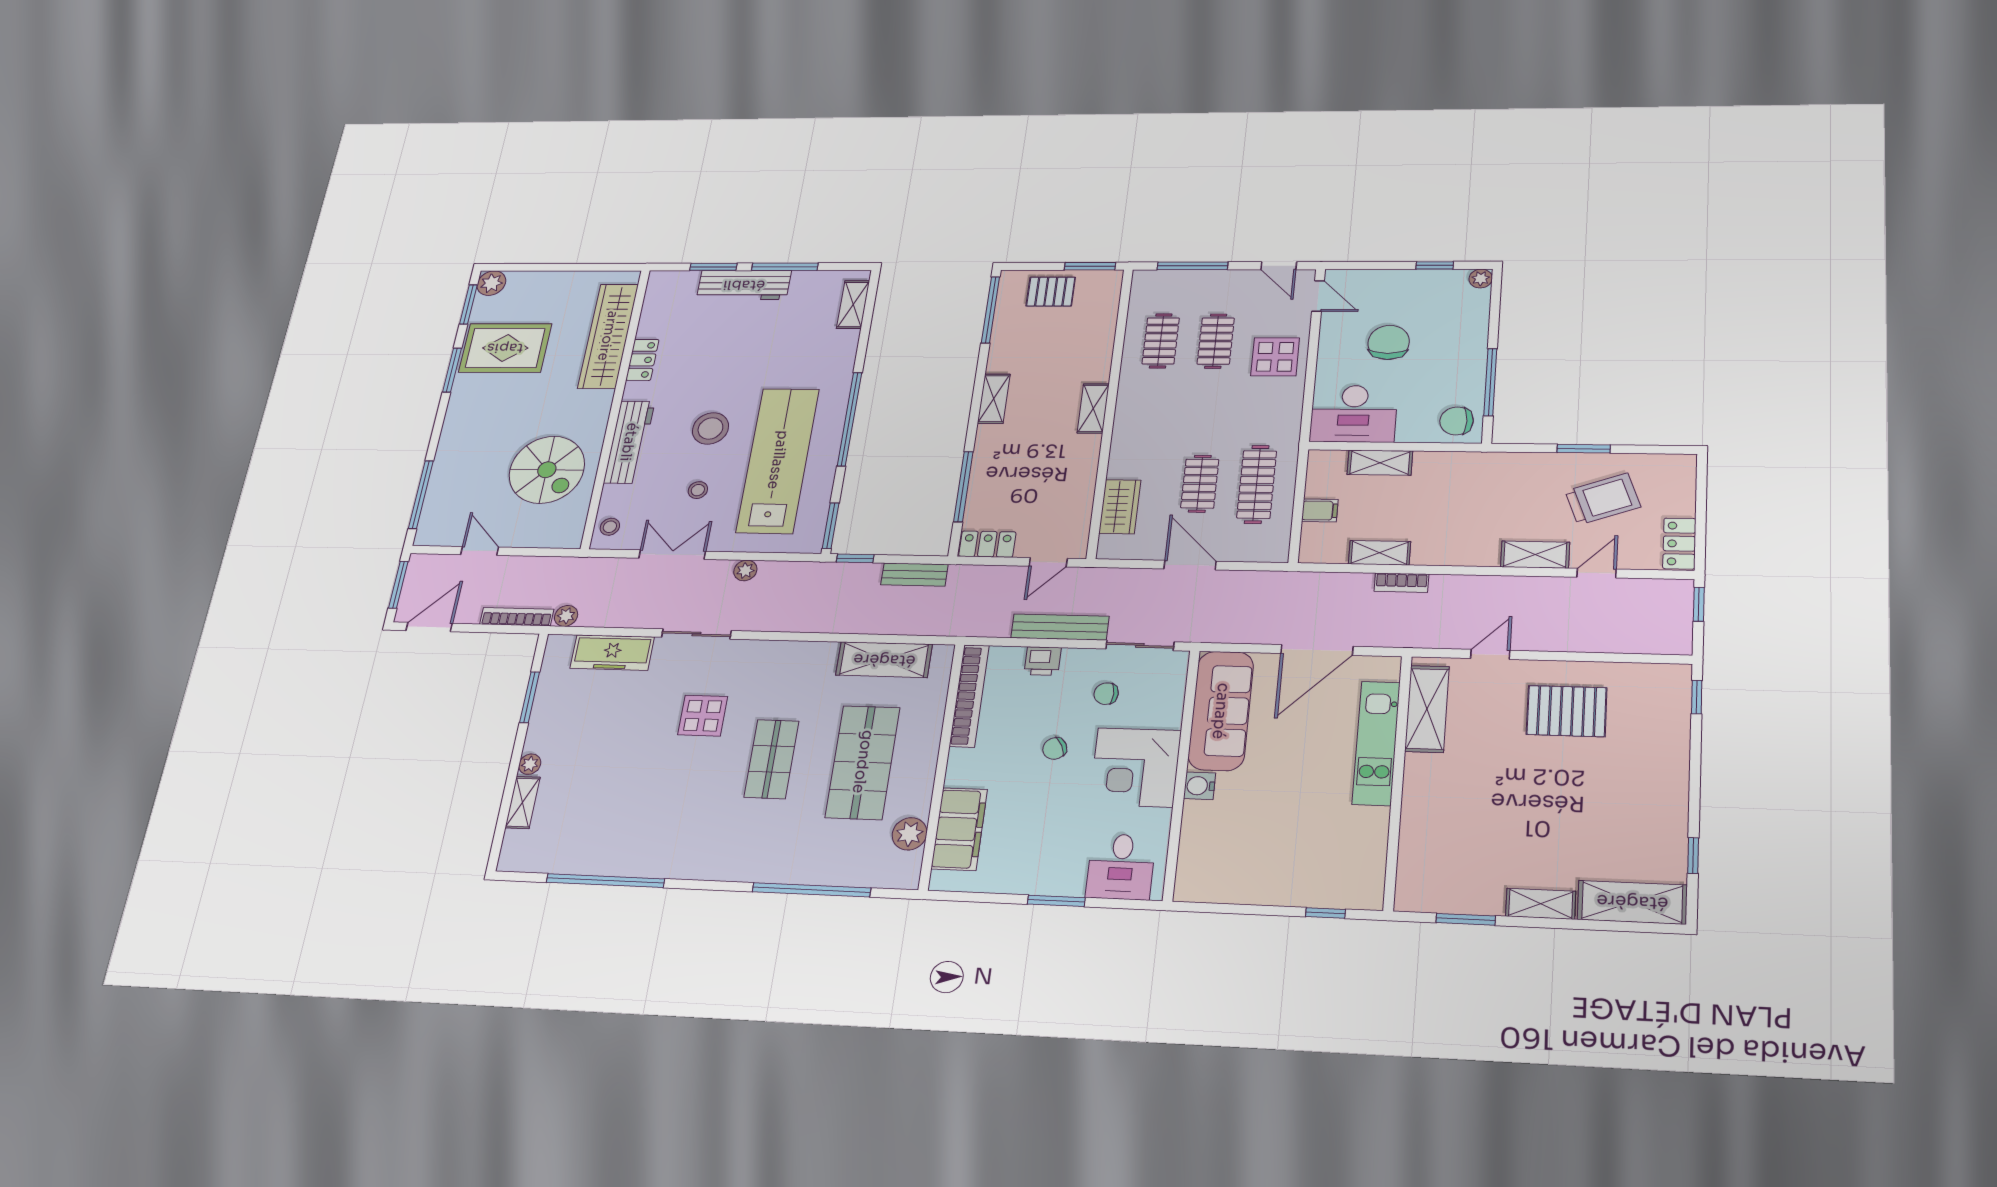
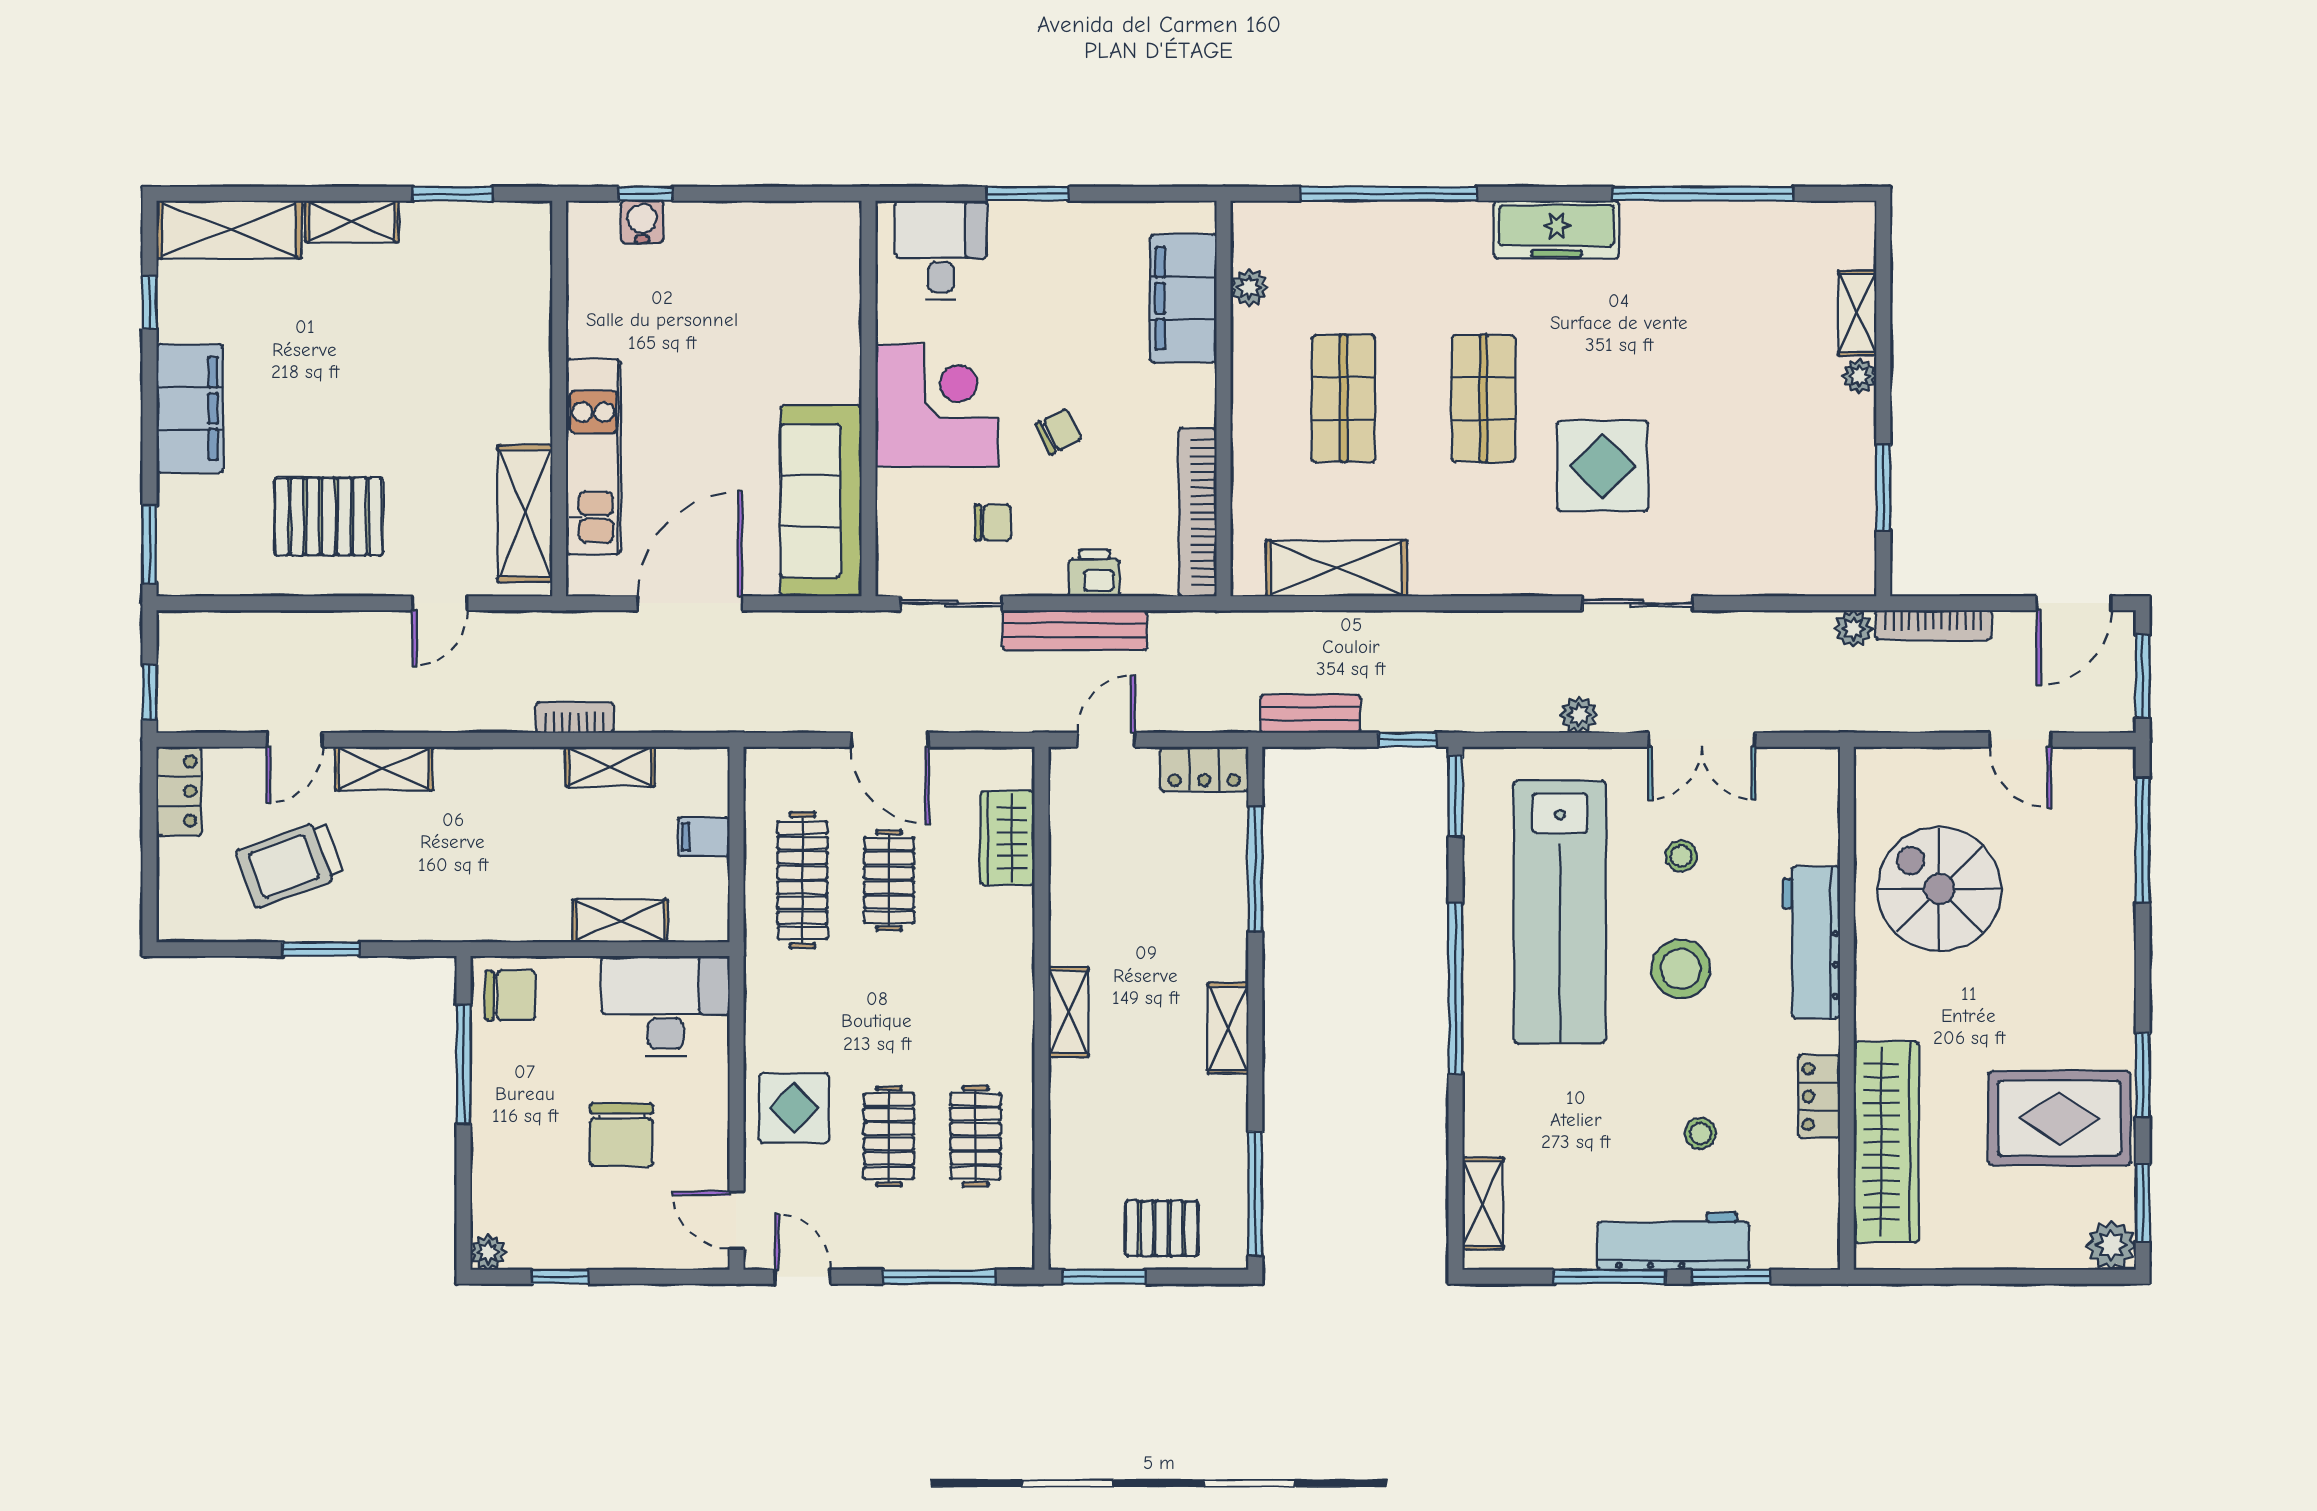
stool: (610, 527) -> (1700, 1133), moved
freezer: (612, 653) -> (1557, 230), moved, turned 180
window: (1697, 697) -> (150, 544), width x1.50
display table: (703, 716) -> (1603, 466), width x1.36, depth x1.36
shop shelf: (863, 762) -> (1343, 399), width x0.70, depth x0.74
filing cabinet: (1665, 784) -> (190, 408), added
water cooler: (1200, 786) -> (642, 222), moved, turned -90
plant: (910, 834) -> (1249, 288), width x0.73, depth x0.73

